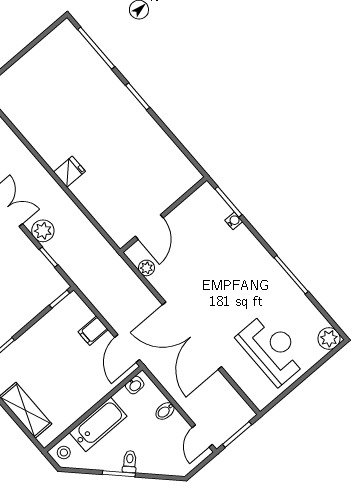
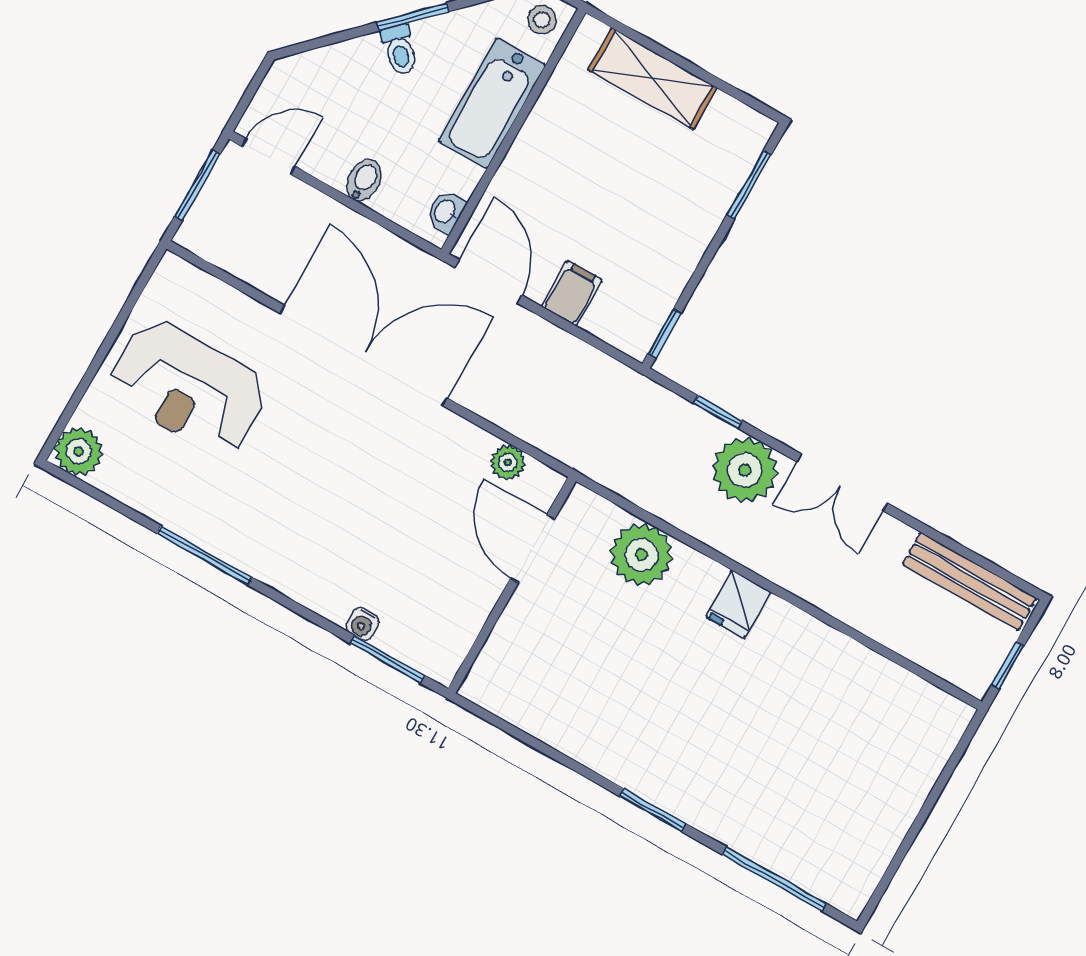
plant: (103, 208) -> (642, 555), added
plant: (43, 231) -> (745, 470), width x1.36, depth x1.36
door: (202, 436) -> (268, 156), hinge flipped

